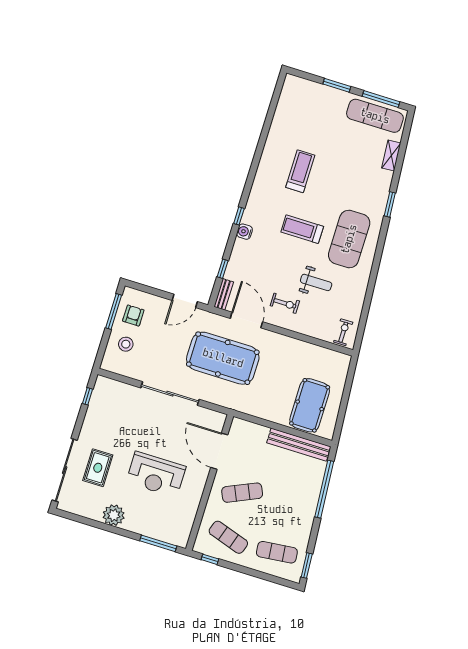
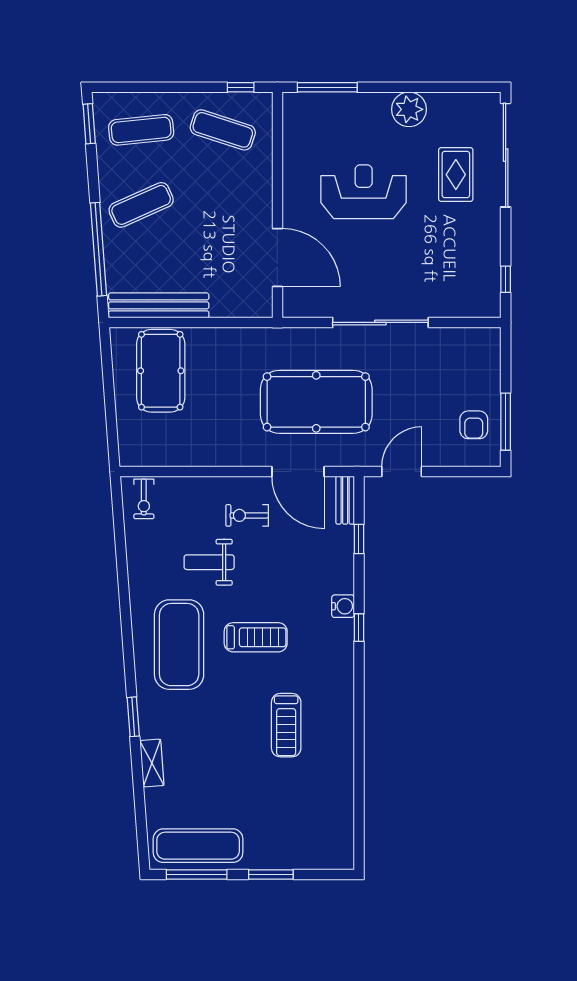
shelving: (391, 155) -> (152, 763), moved
stool: (126, 344) -> (472, 377), removed
exercise mat: (242, 493) -> (141, 205), moved

